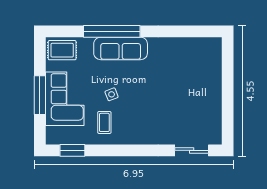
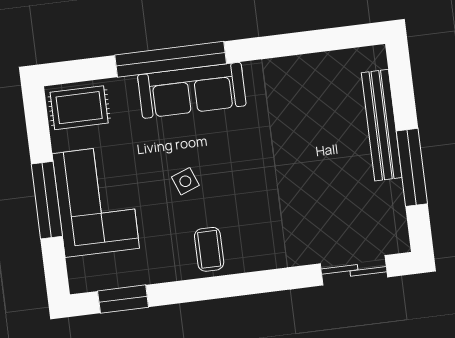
bench: (215, 78) -> (382, 125), added
window: (228, 102) -> (412, 167), added
coffee table: (104, 122) -> (209, 249), moved

